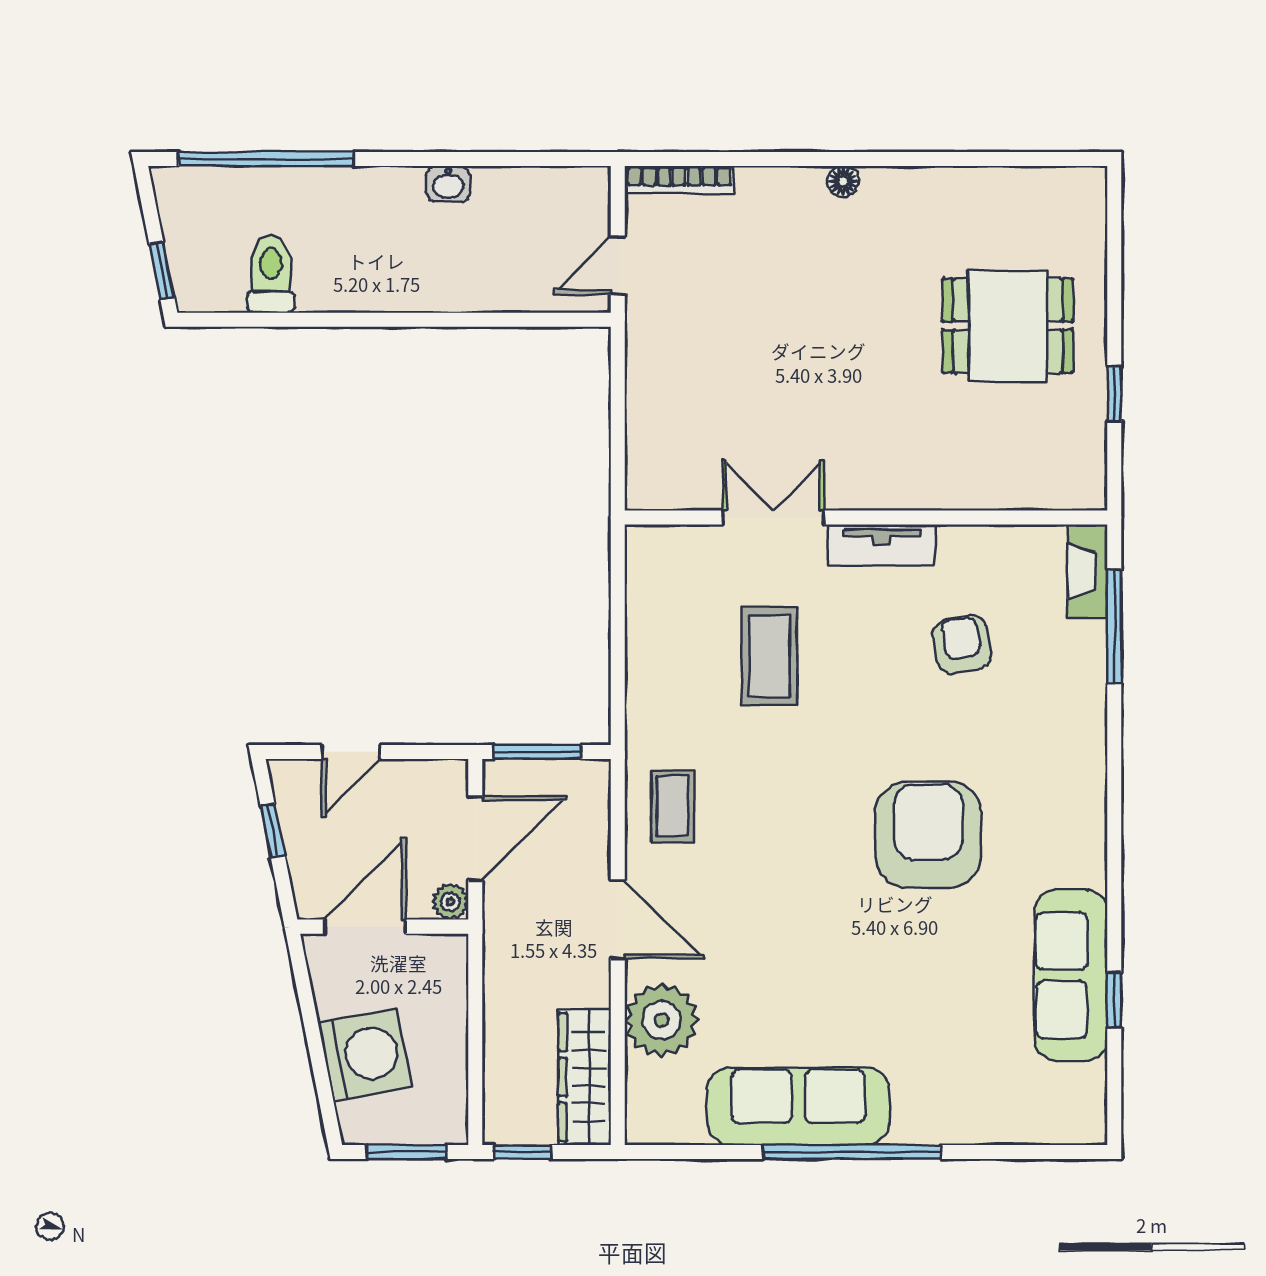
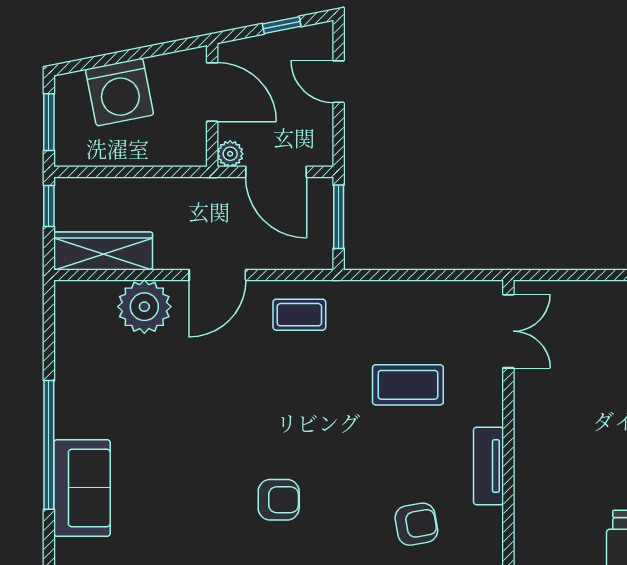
double door: (773, 517) -> (508, 331), moved
armchair: (928, 835) -> (279, 500), width x0.53, depth x0.53
sofa: (798, 1106) -> (82, 488), moved, width x0.73

